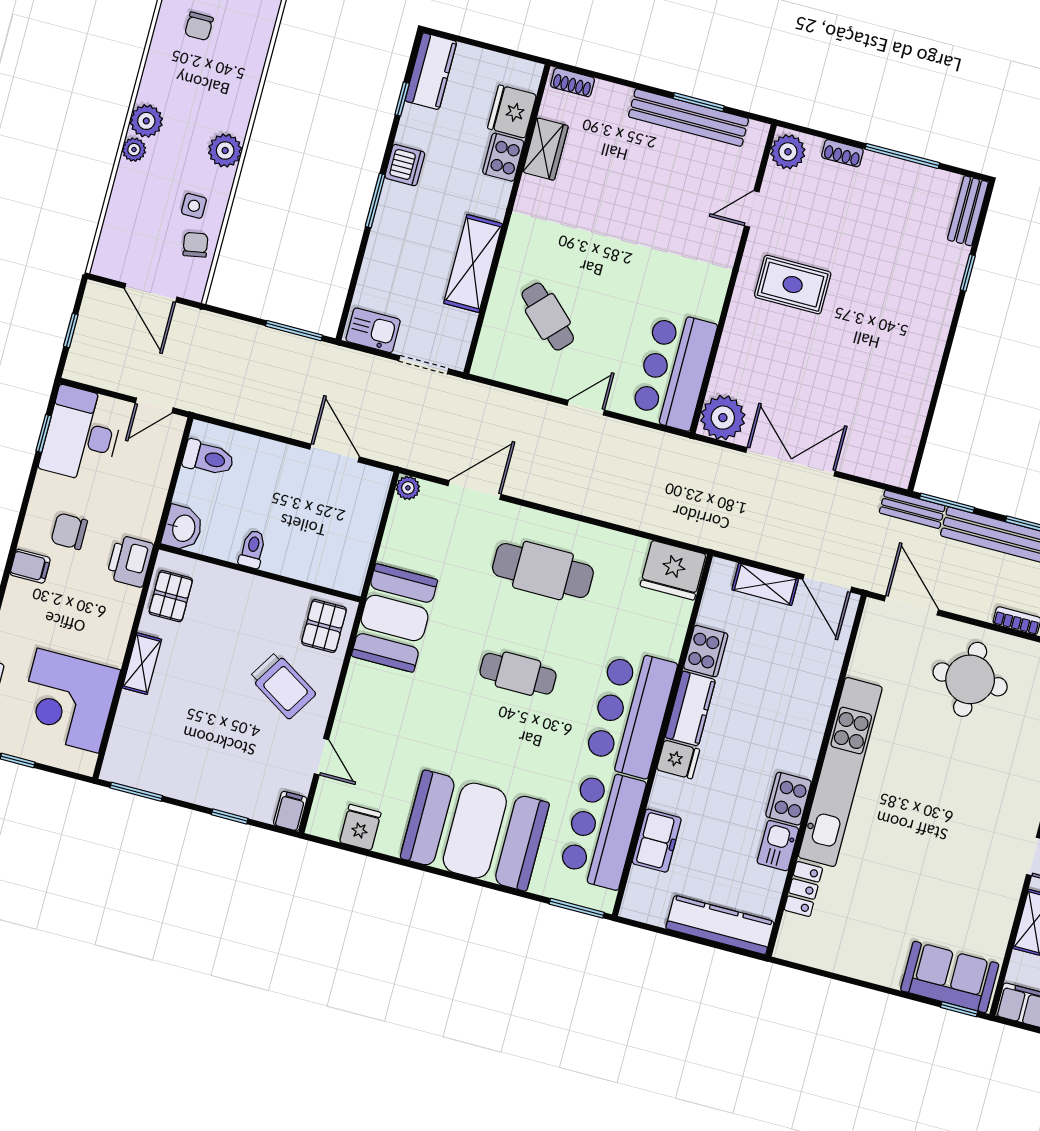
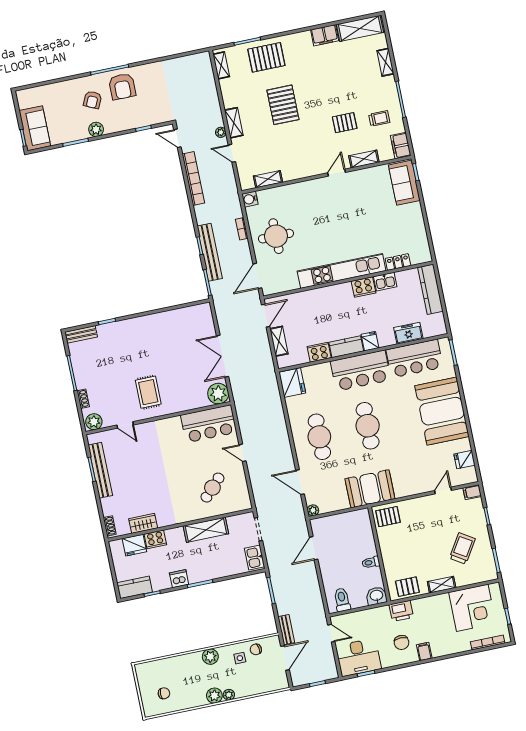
bench: (912, 509) -> (286, 630), moved
cafe table: (518, 674) -> (368, 426), width x1.37, depth x1.35
trolley: (283, 686) -> (462, 548), moved

